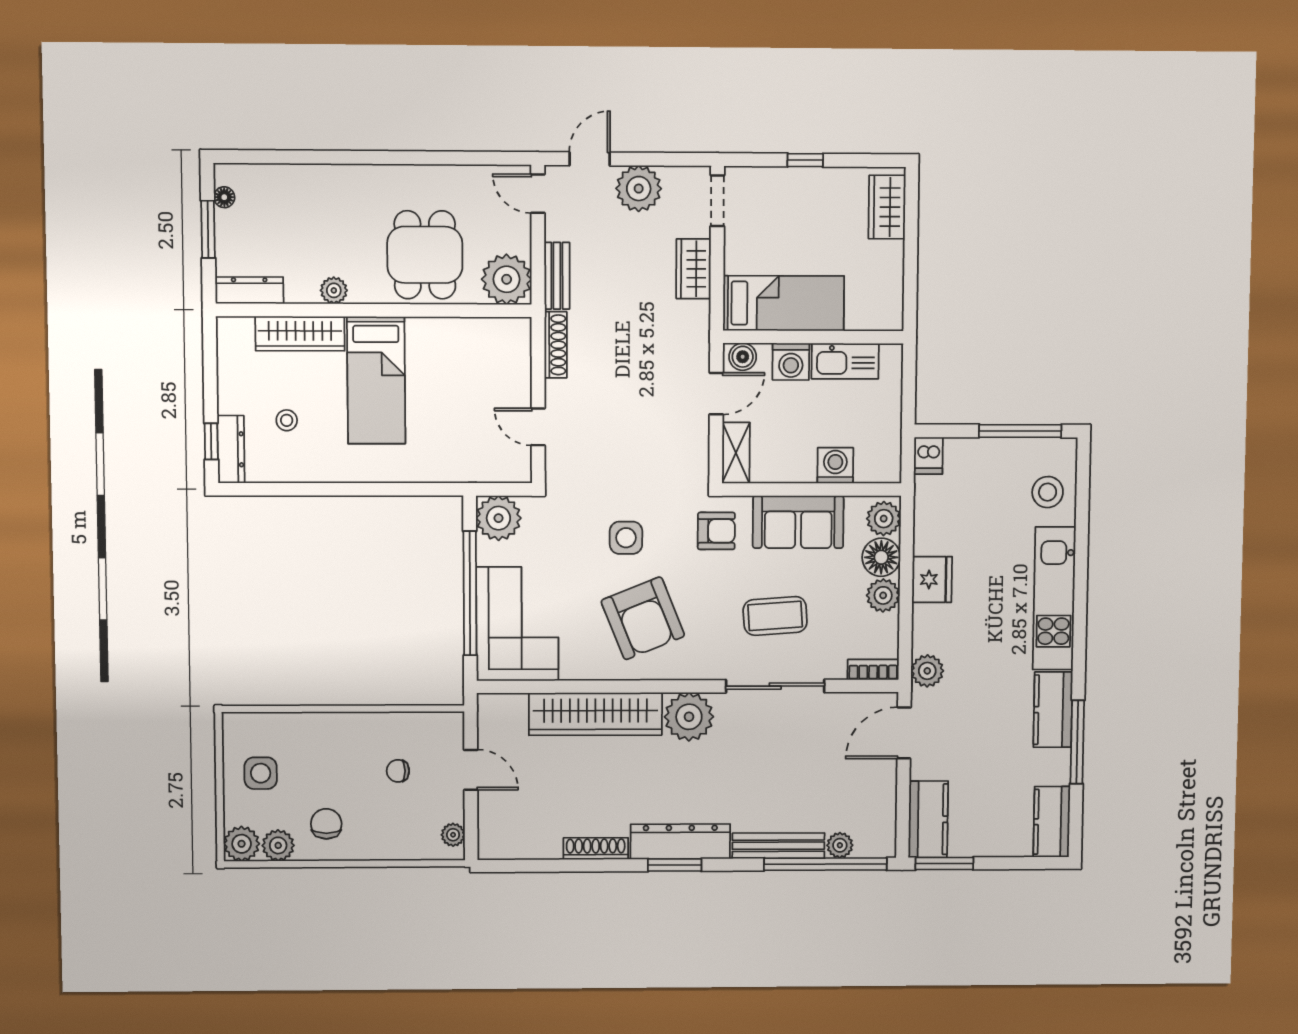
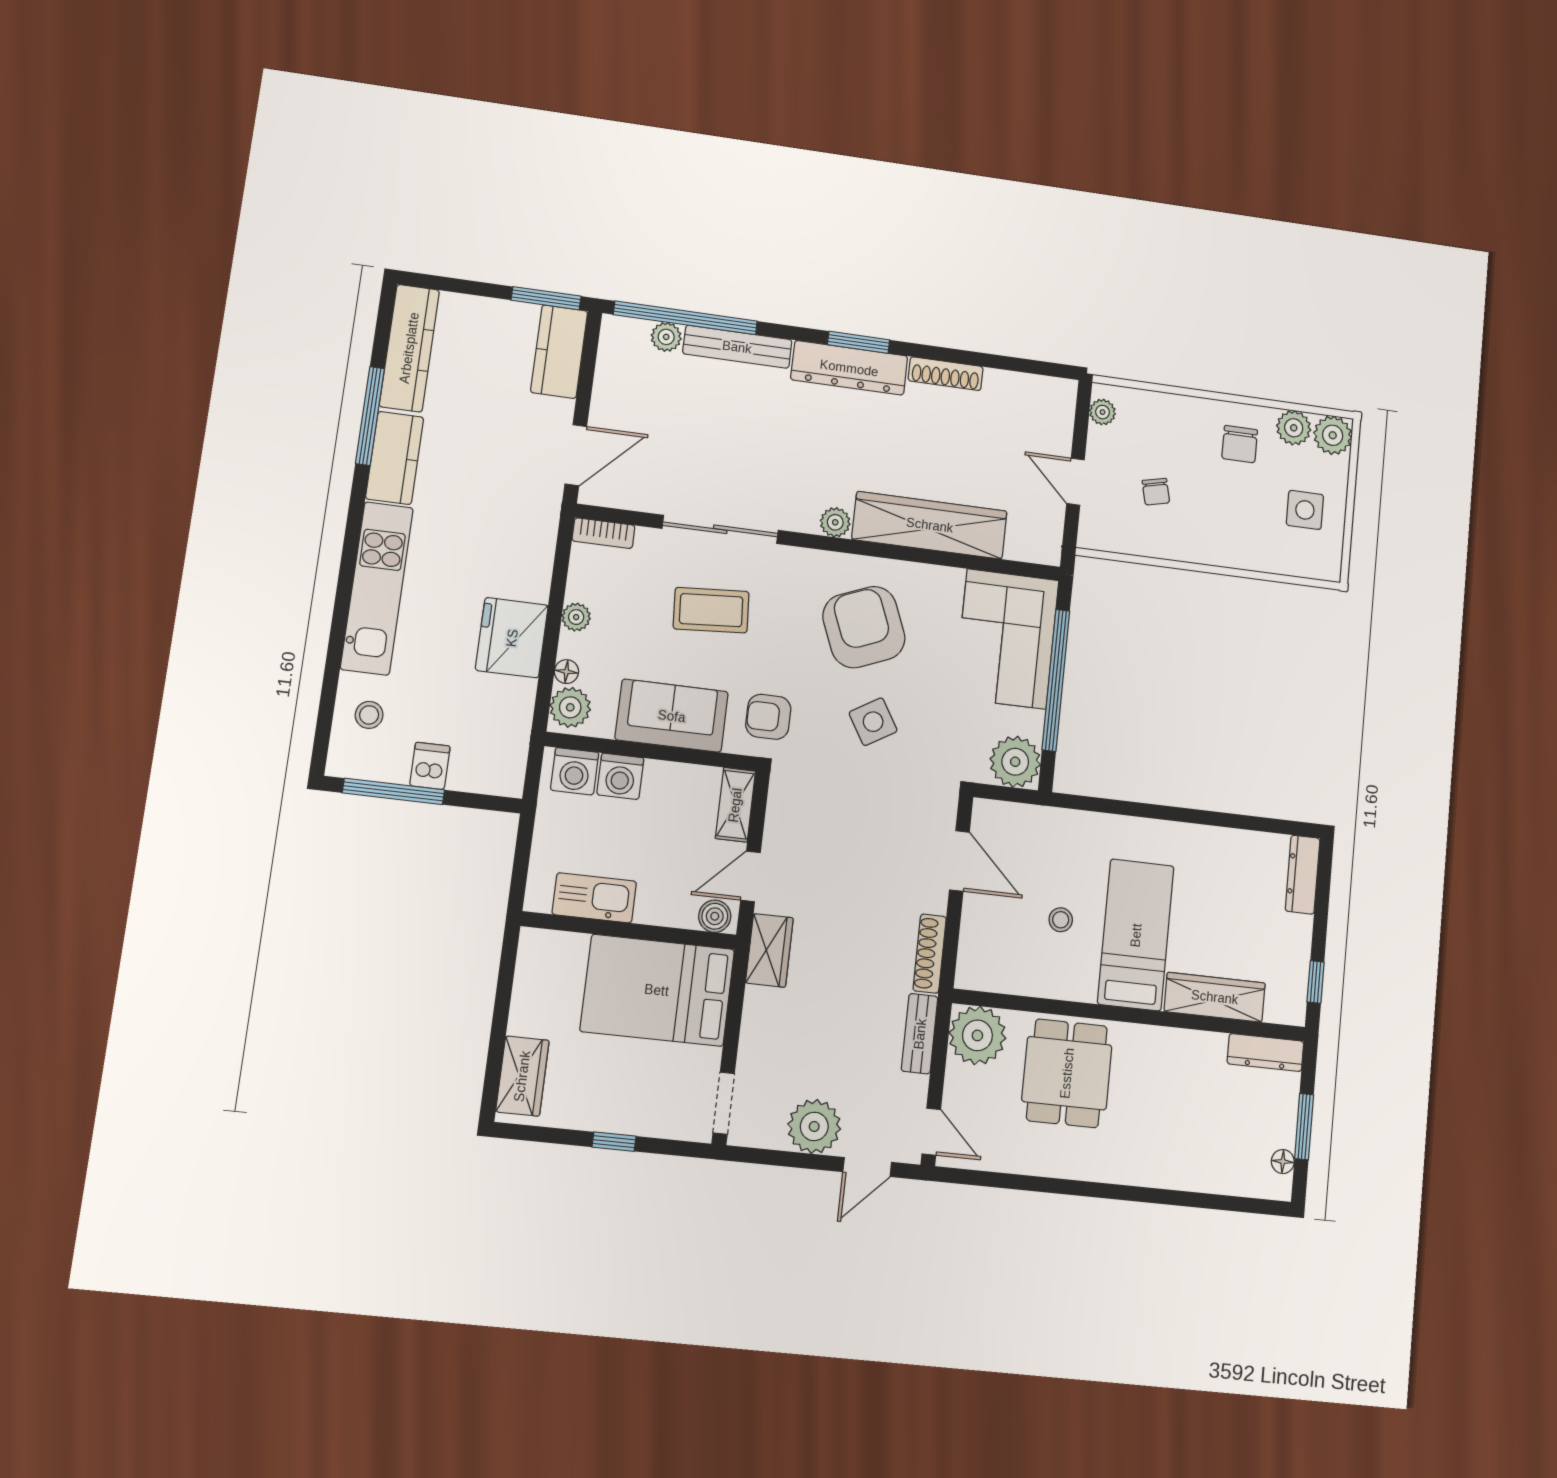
wardrobe: (694, 269) -> (769, 950), moved
plant: (334, 290) -> (1172, 1043), removed
bed: (784, 303) -> (657, 990), width x1.50
washing machine: (791, 362) -> (575, 771), moved, turned 180
stool: (287, 420) -> (1061, 920), moved
door: (538, 427) -> (959, 861), width x1.38
window: (211, 441) -> (1316, 982), moved
dishwasher: (928, 456) -> (430, 766), moved
stool: (1048, 492) -> (369, 715), width x0.73, depth x0.73
side table: (626, 538) -> (873, 722), turned -31
floor lamp: (881, 557) -> (566, 672), width x0.53, depth x0.53
fridge: (932, 579) -> (512, 638), width x1.36, depth x1.34
plant: (883, 595) -> (576, 617), width x0.73, depth x0.73
plant: (927, 671) -> (540, 523), removed
plant: (689, 717) -> (835, 522), width x0.53, depth x0.53
chair: (398, 771) -> (1156, 492), turned 77
kitchen counter: (1052, 822) -> (409, 348), width x1.50

